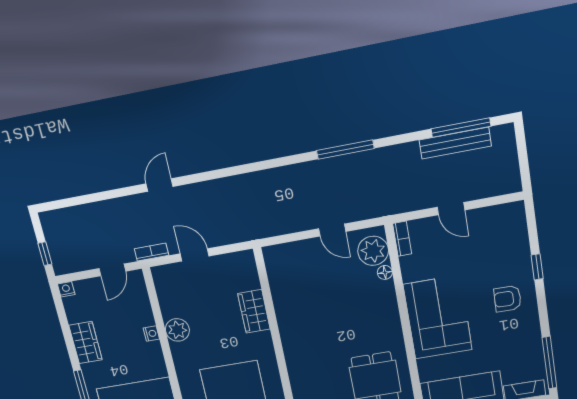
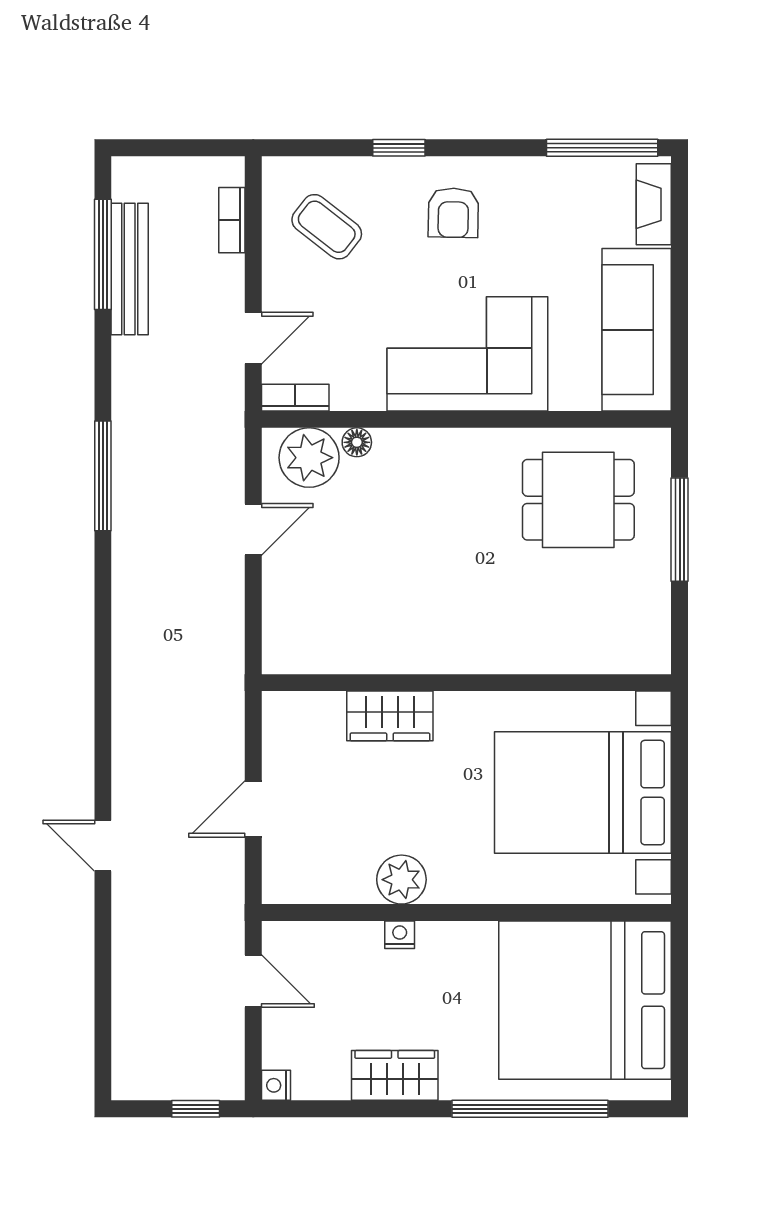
door: (451, 209) -> (253, 338), moved
coffee table: (492, 239) -> (327, 227), added
bookcase: (152, 252) -> (232, 220), moved

